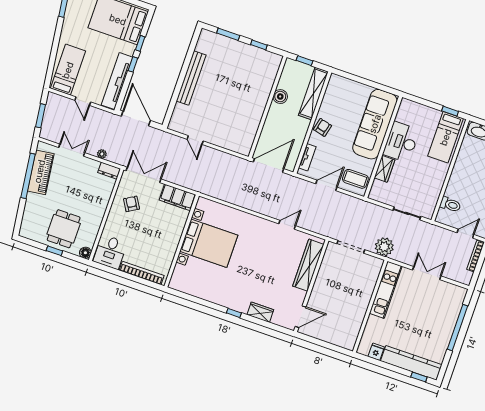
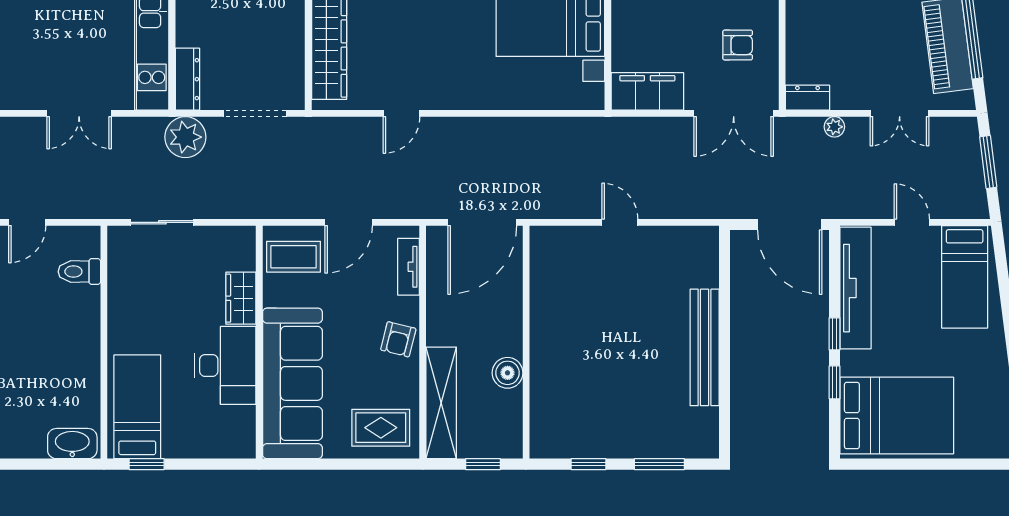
rug: (343, 92) -> (381, 428), added
door: (195, 140) -> (620, 222), moved
armchair: (132, 204) -> (738, 45), turned -59
dresser: (375, 272) -> (187, 79), added

